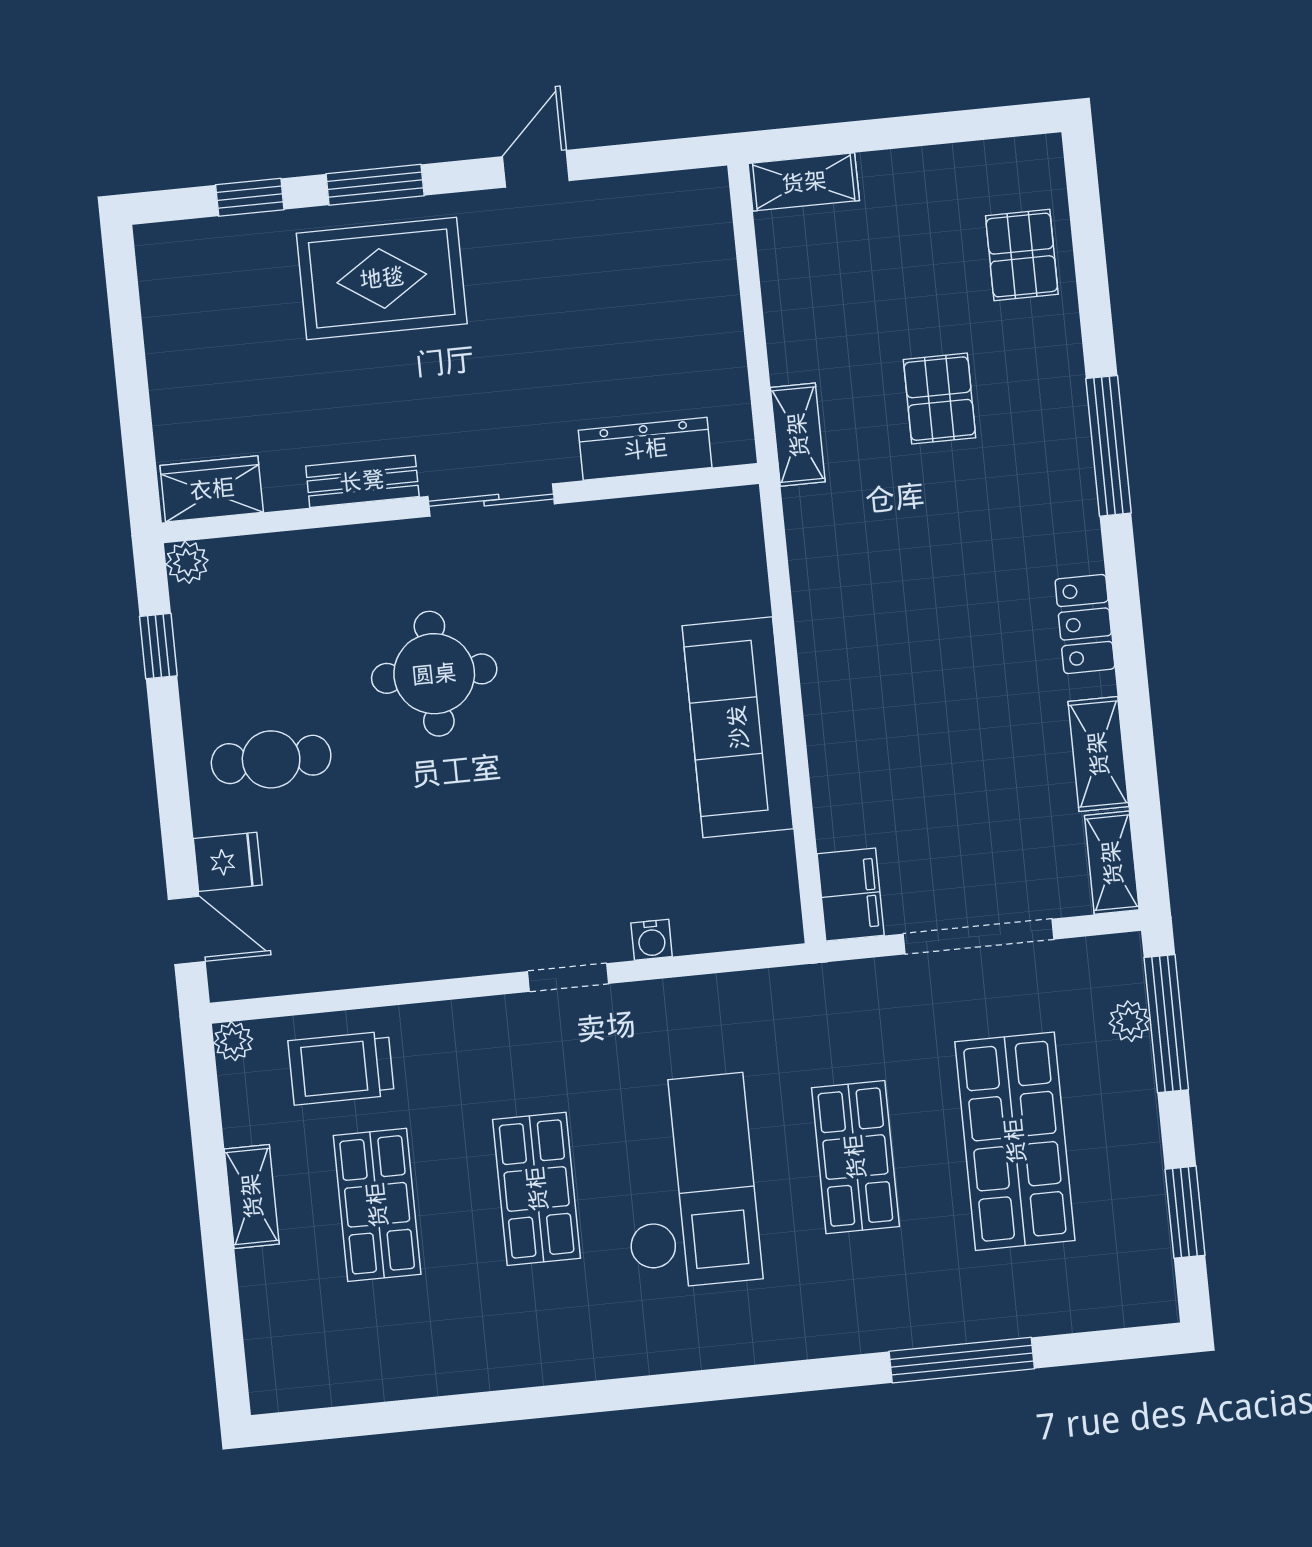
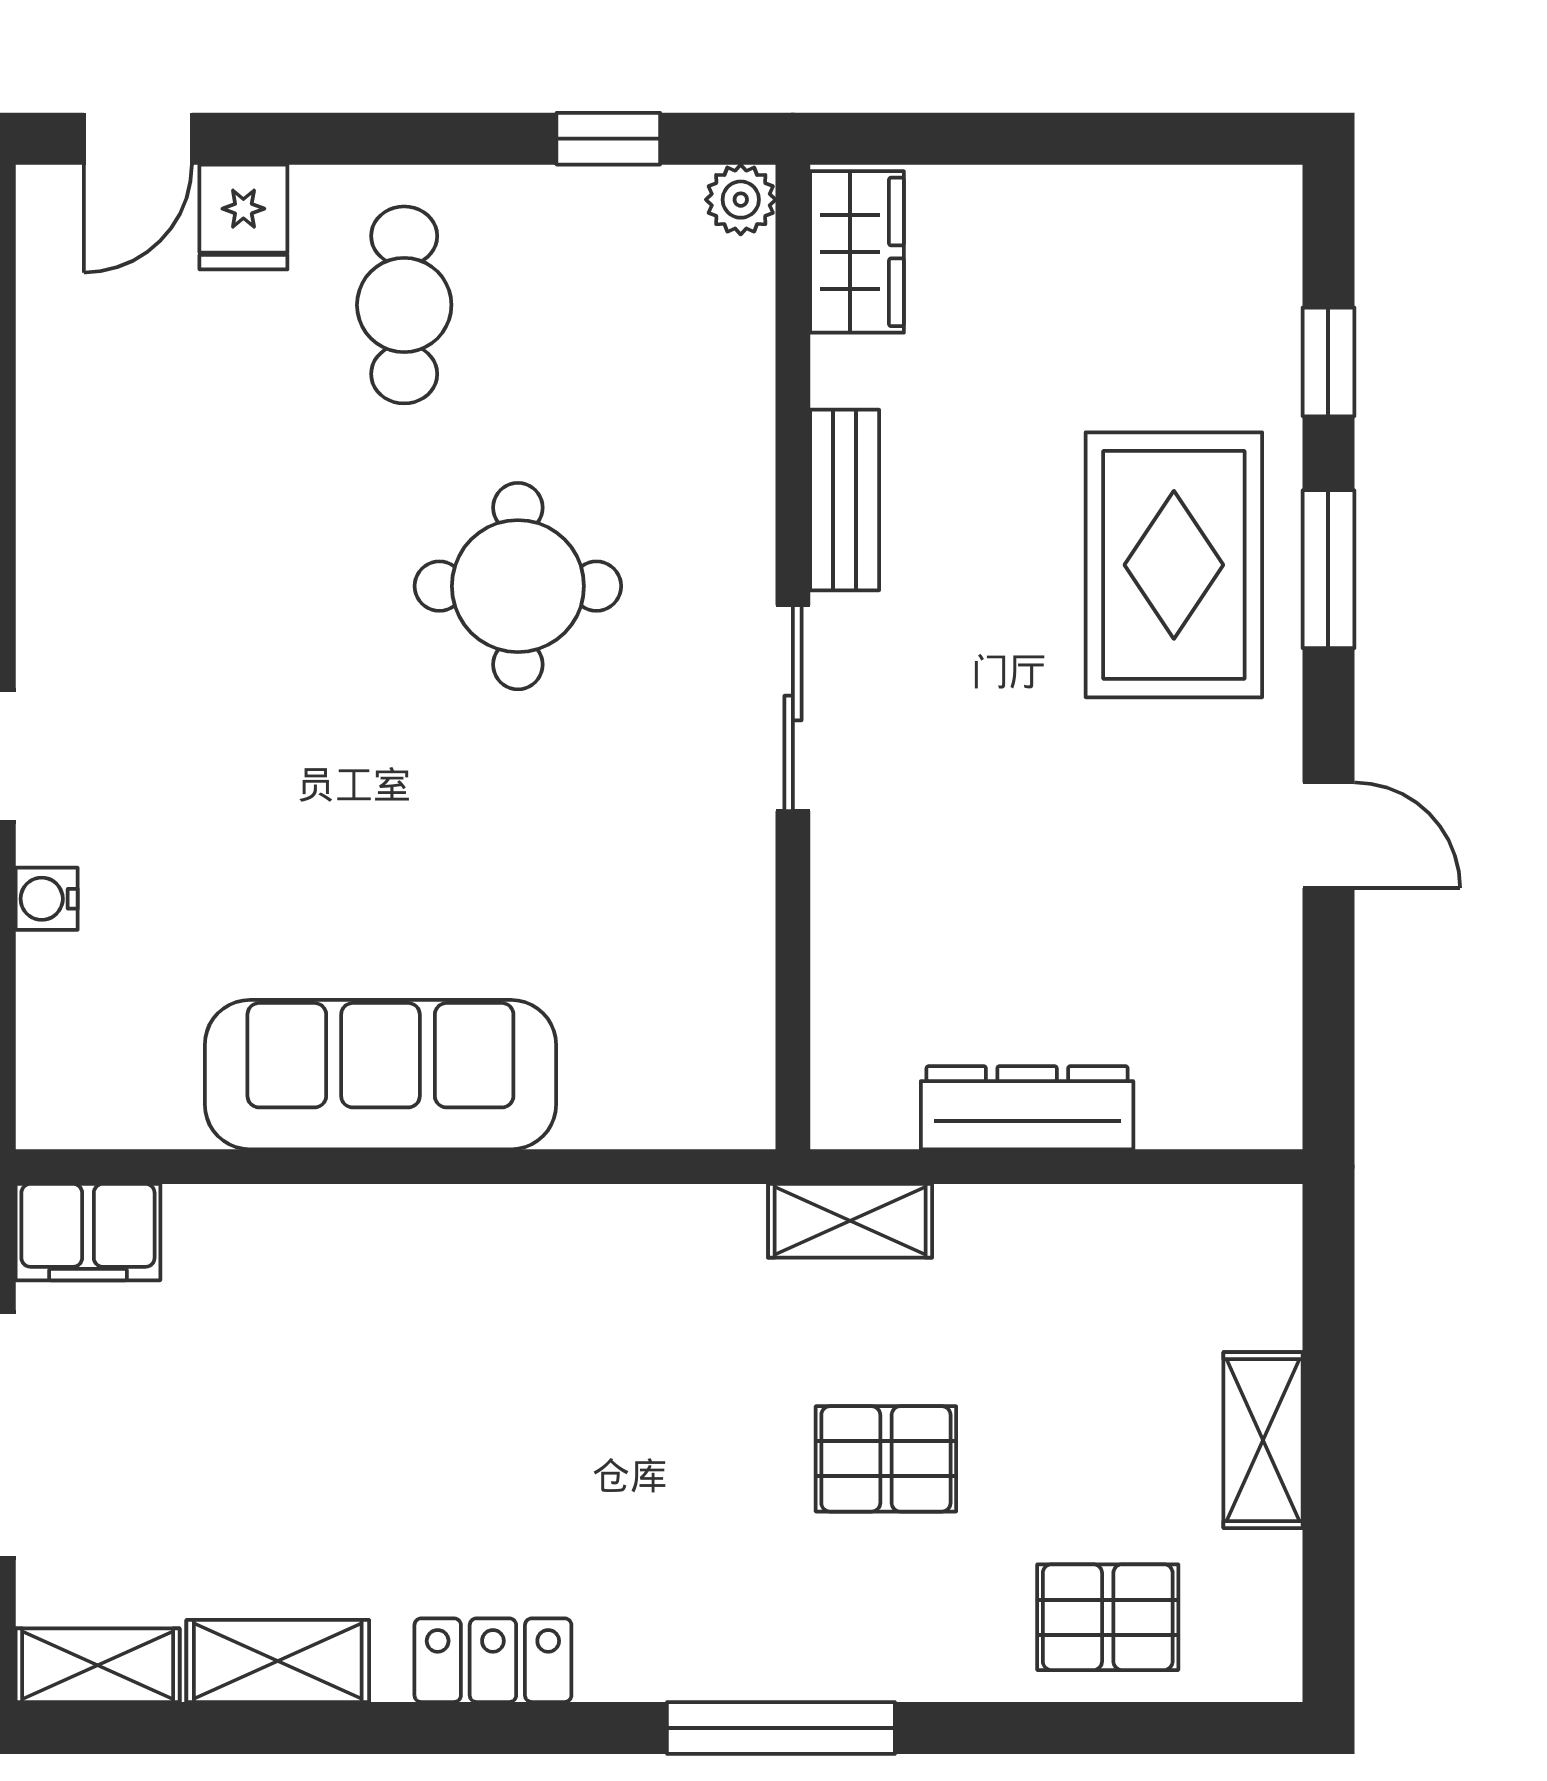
shelving: (804, 182) -> (1263, 1440), moved
dresser: (645, 449) -> (1027, 1108), moved, turned -90

